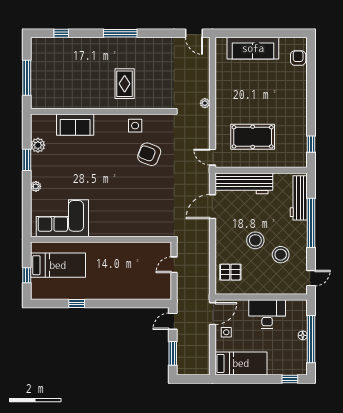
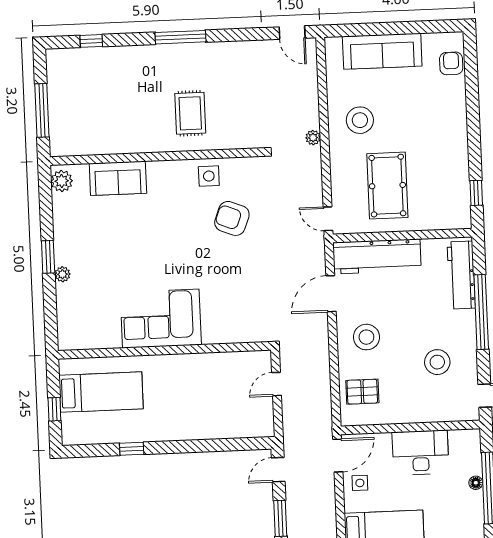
stool: (236, 93) -> (360, 120), added
pool table: (253, 137) -> (387, 186), turned 90
plant: (38, 145) -> (62, 181), moved
window: (27, 160) -> (48, 257), moved
corner sofa: (62, 218) -> (161, 319), moved
stool: (255, 240) -> (366, 337), moved

